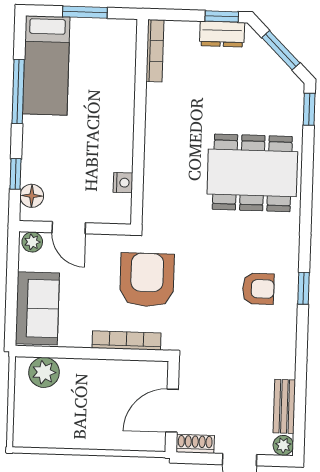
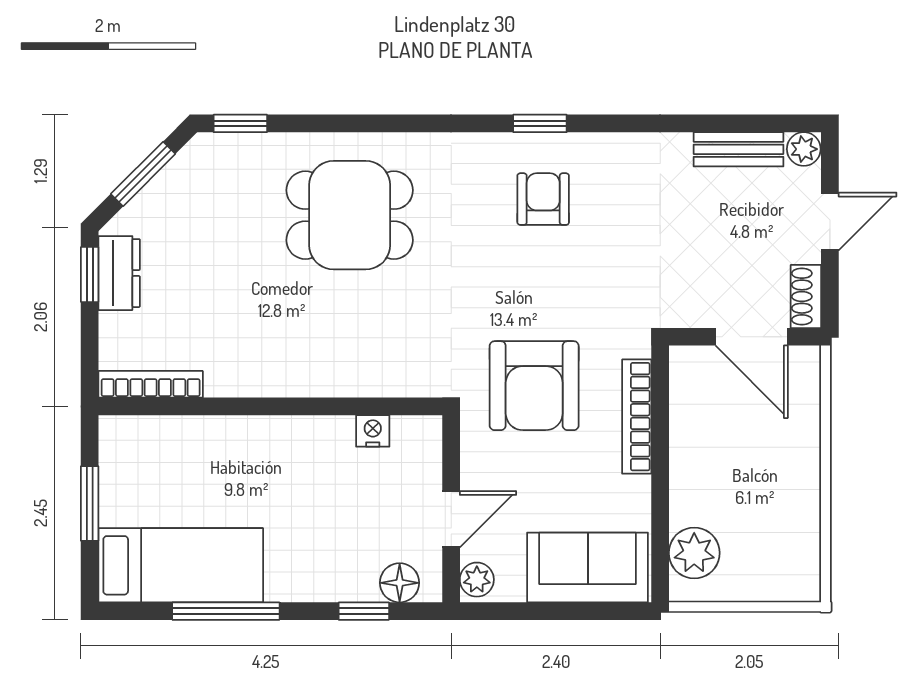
dining table: (252, 173) -> (350, 215), width x0.73
armchair: (147, 280) -> (534, 386), turned -90

